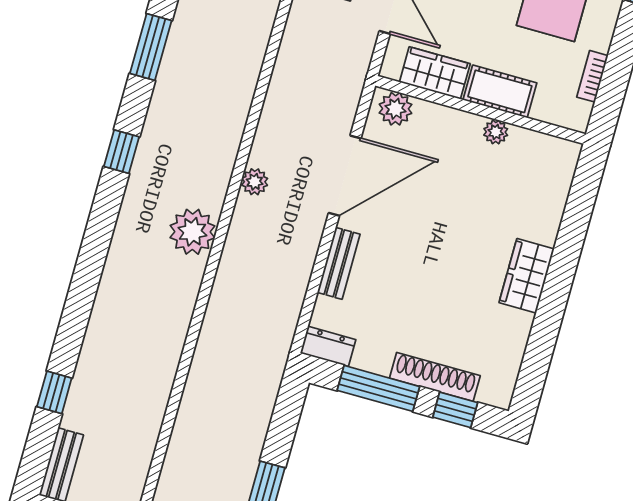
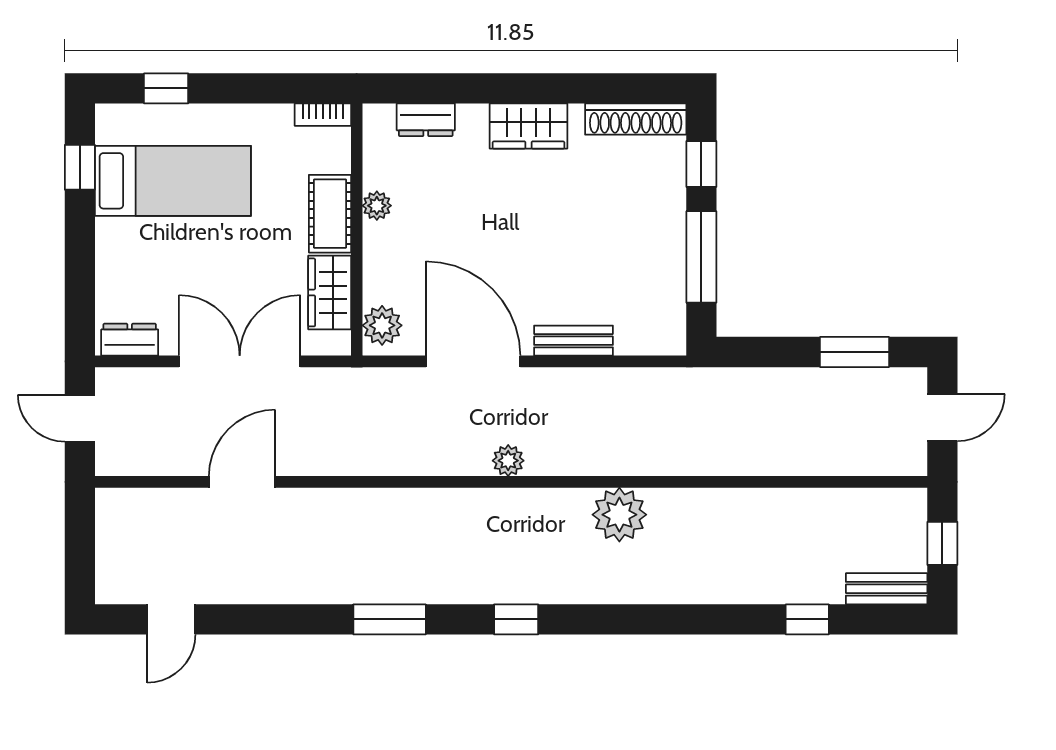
bookcase: (592, 76) -> (323, 115), moved
plant: (192, 232) -> (619, 515), moved
dresser: (328, 346) -> (426, 120), moved, turned -90
shoe rack: (435, 377) -> (636, 119), moved, turned -90

